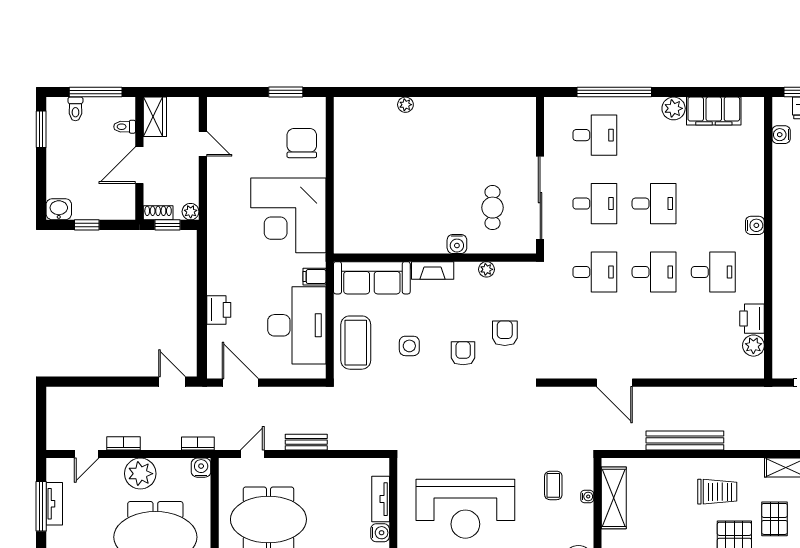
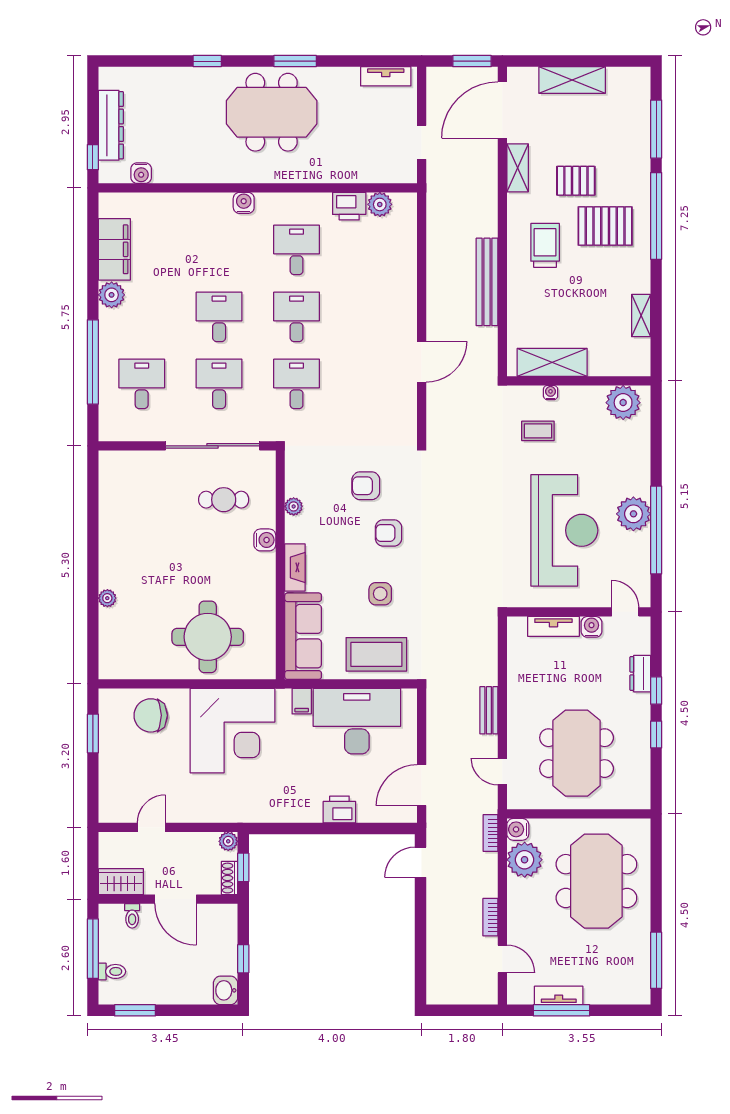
round table: (371, 193) -> (208, 637), added
plant: (140, 474) -> (525, 860), moved

